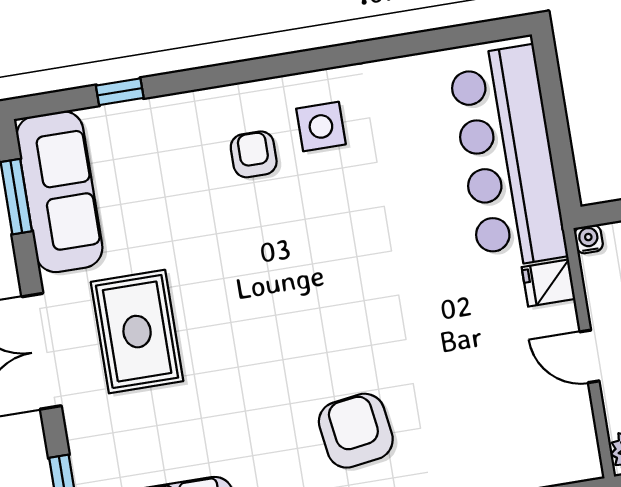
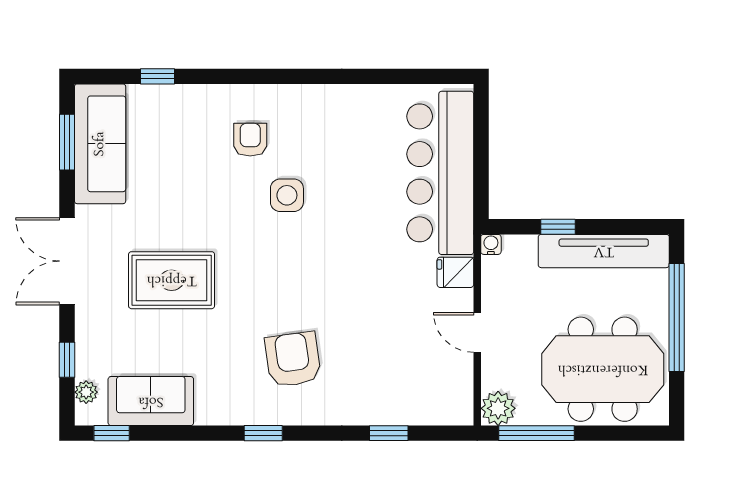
side table: (321, 126) -> (287, 195), moved
rug: (137, 332) -> (172, 280), moved, turned 90

